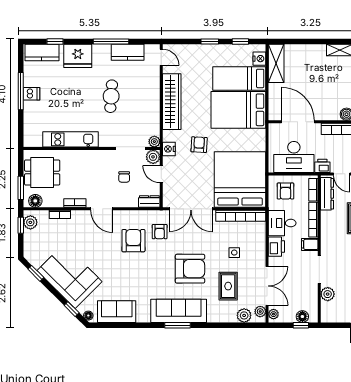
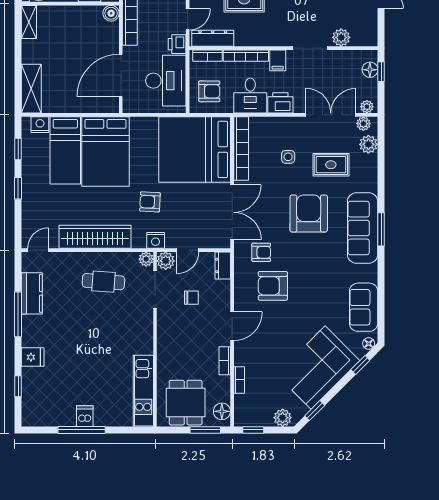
kitchen counter: (42, 53) -> (32, 403), removed
fridge: (78, 56) -> (33, 357), width x0.53, depth x0.75
shelving: (276, 63) -> (31, 89), moved, turned 90
cafe table: (111, 96) -> (103, 282), moved
kitchen unit: (70, 139) -> (143, 391), moved
plant: (30, 222) -> (283, 418), moved

